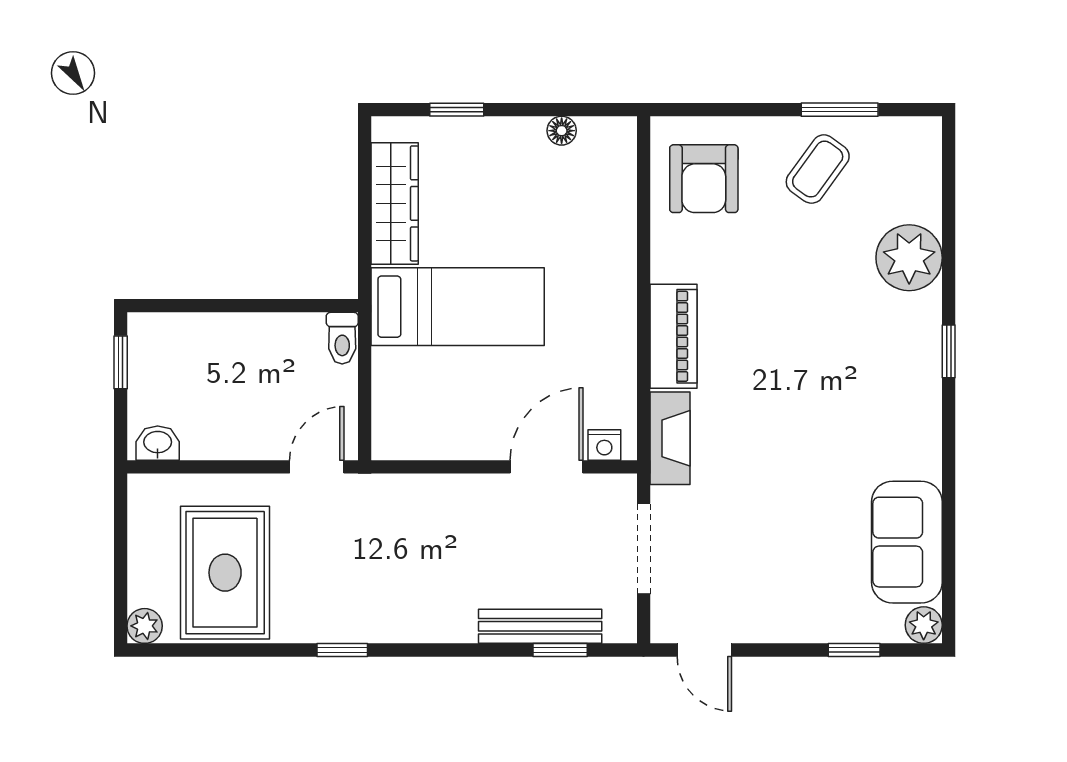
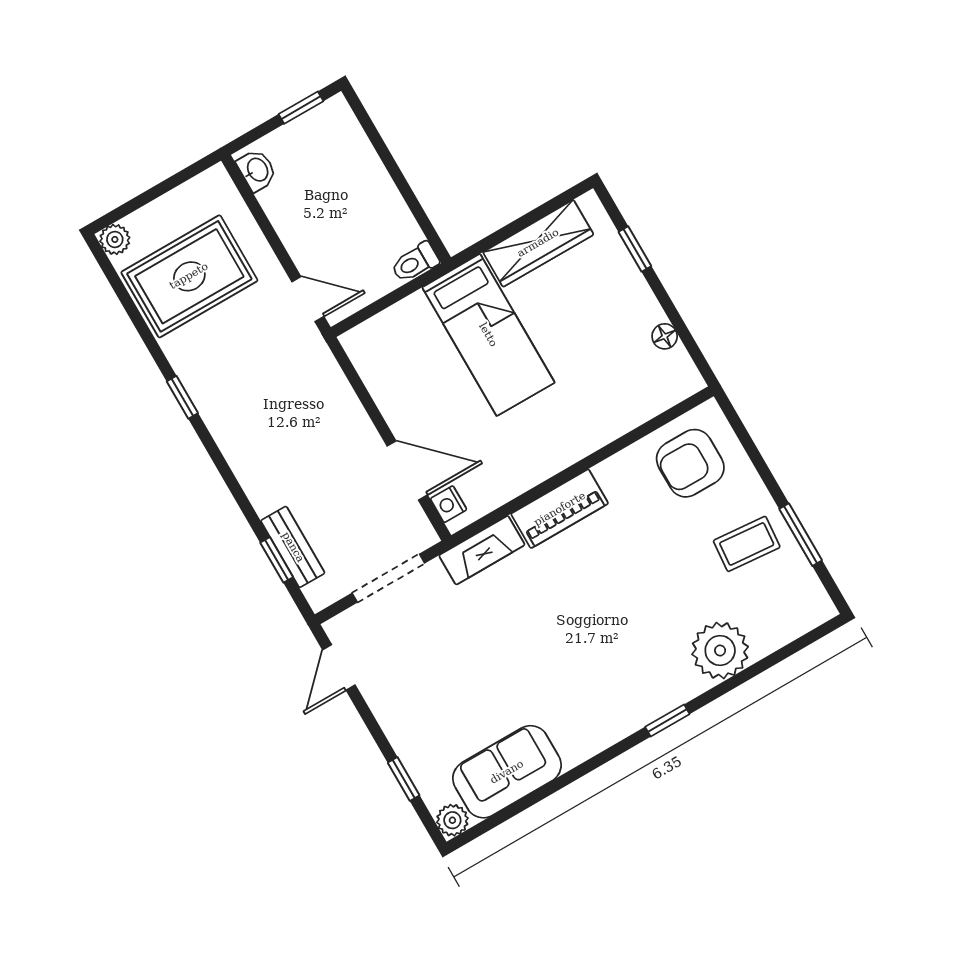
coffee table: (818, 169) -> (747, 544), turned -31
bench: (540, 626) -> (293, 547), width x0.73

